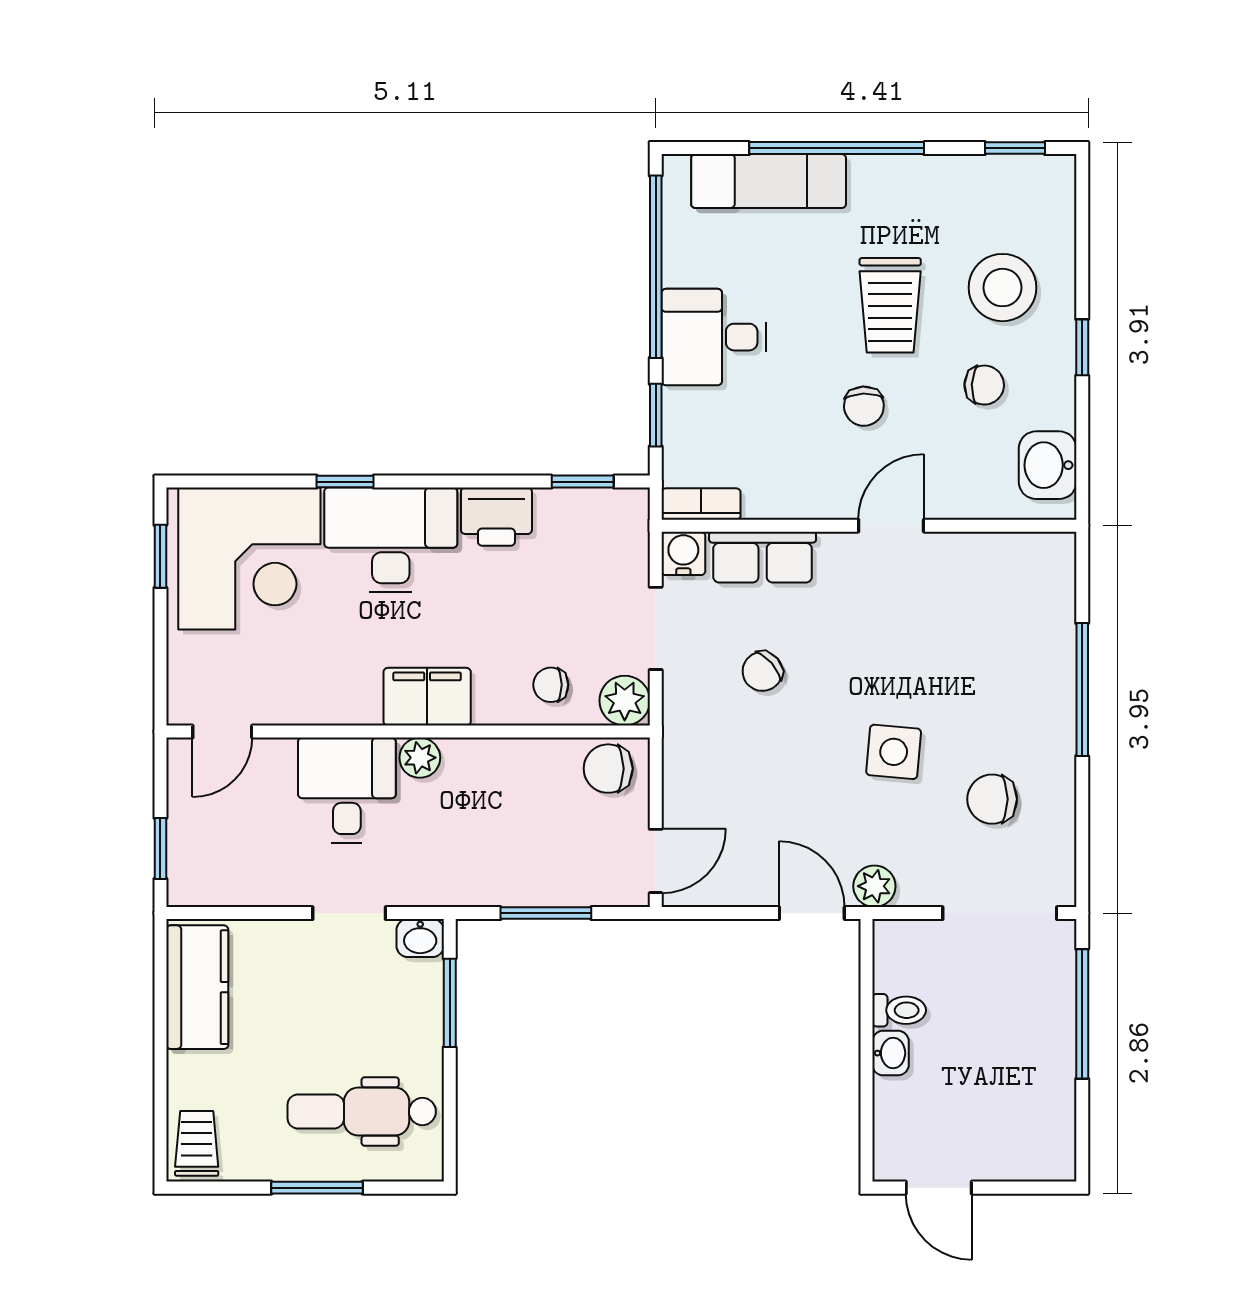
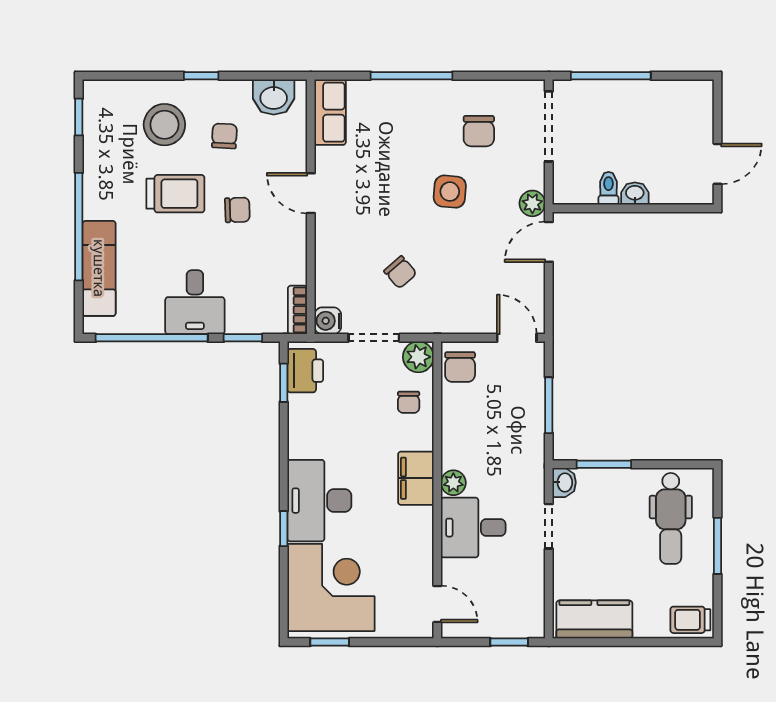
printer: (496, 517) -> (305, 371), moved
row of seats: (763, 557) -> (330, 112), moved

